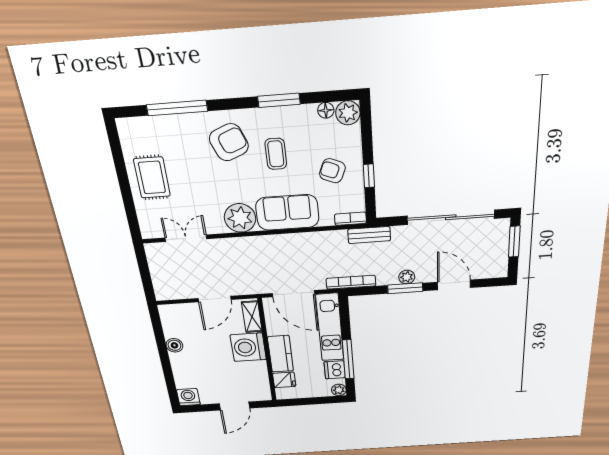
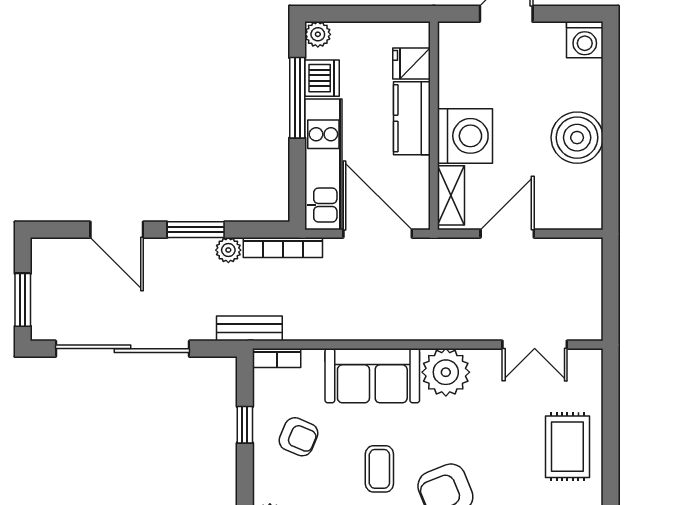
plant: (407, 277) -> (228, 250), moved
boiler: (174, 345) -> (577, 138), width x1.86, depth x1.86

